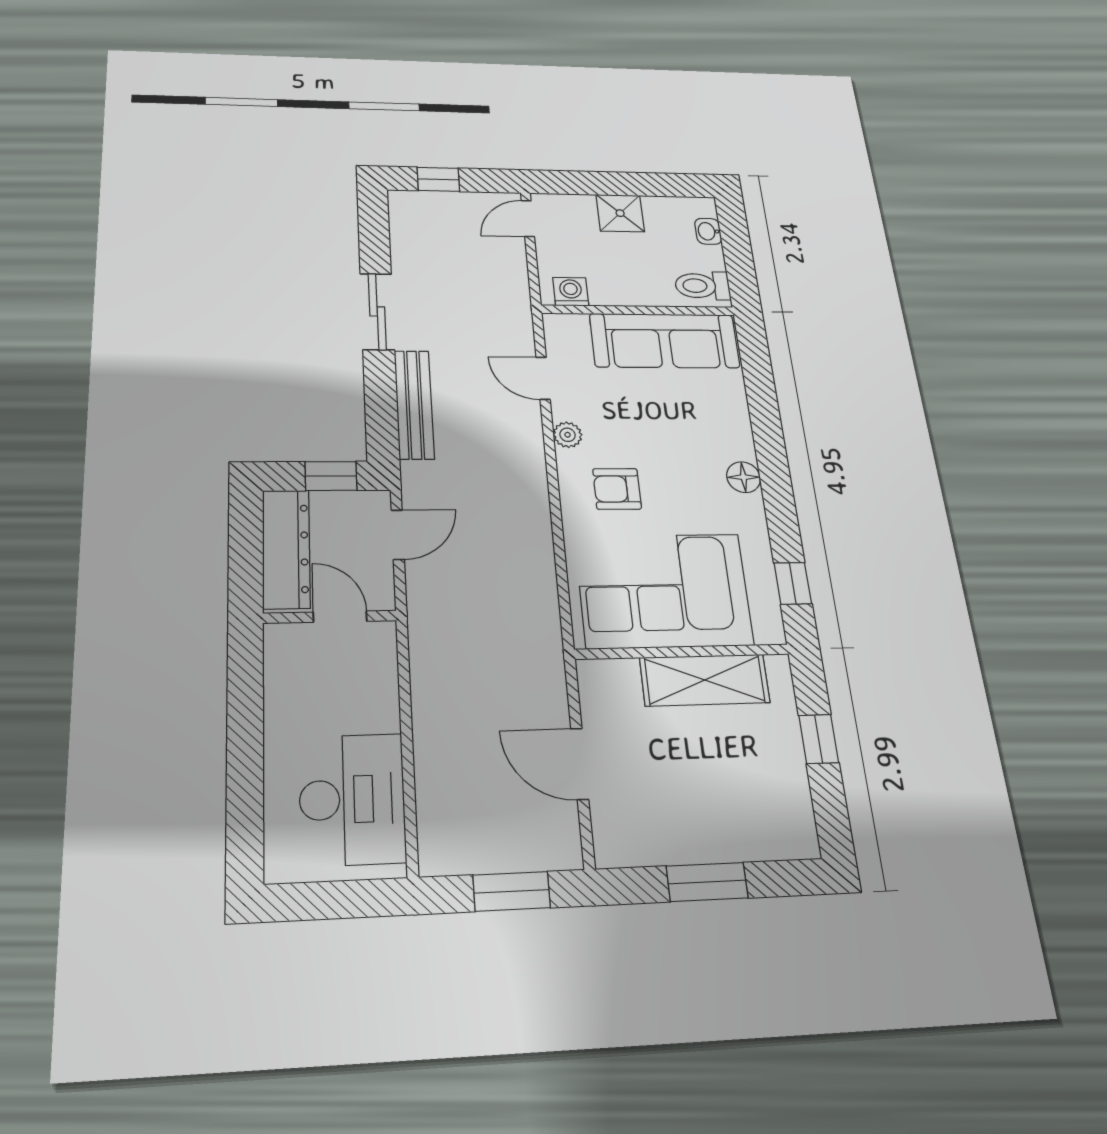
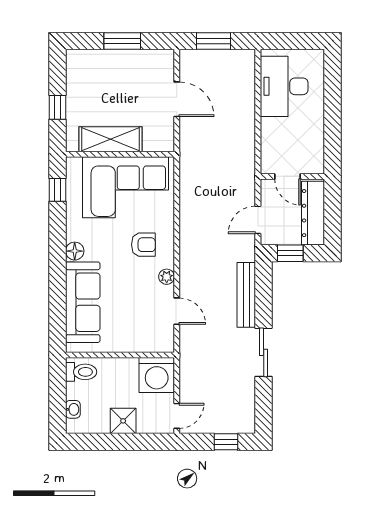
washing machine: (571, 292) -> (157, 375), width x1.89, depth x1.89
sofa: (665, 341) -> (83, 302), moved, turned 90

